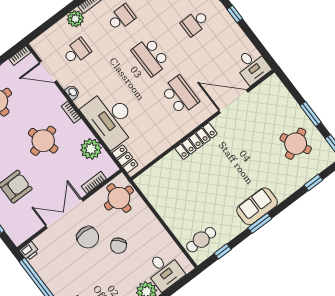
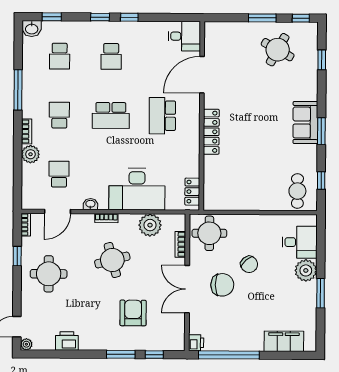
school desk: (180, 95) -> (162, 116), turned -90
round table: (296, 144) -> (278, 50), turned -35
locker: (125, 159) -> (192, 192), moved, turned -90

